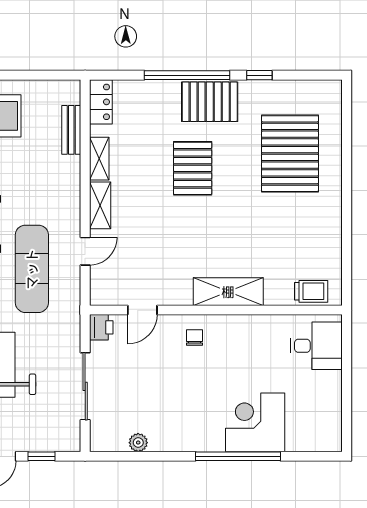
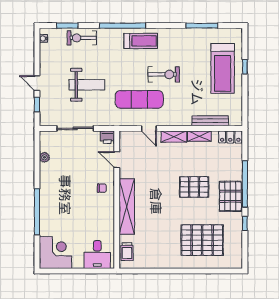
bench: (71, 130) -> (210, 121), width x1.36
shelving: (228, 292) -> (127, 206), width x1.47
corner desk: (255, 422) -> (55, 252), moved

